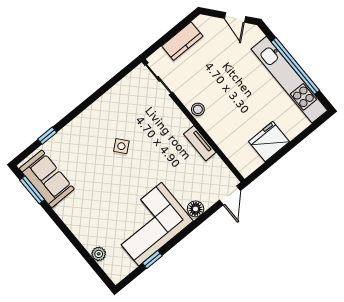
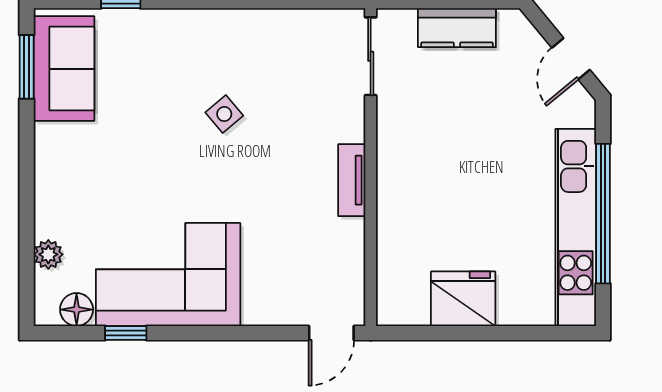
stool: (198, 109) -> (393, 156), removed
tv unit: (200, 143) -> (352, 180), moved
floor lamp: (196, 209) -> (77, 310), moved

